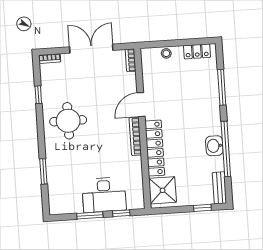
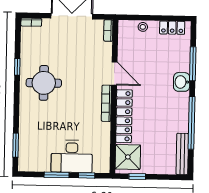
window: (38, 95) -> (17, 67), moved
door: (141, 105) -> (114, 74), swing flipped
washbasin: (214, 146) -> (182, 82), moved
window: (43, 171) -> (16, 145), moved
bench: (219, 188) -> (182, 154), width x1.36
window: (202, 208) -> (137, 176), moved

